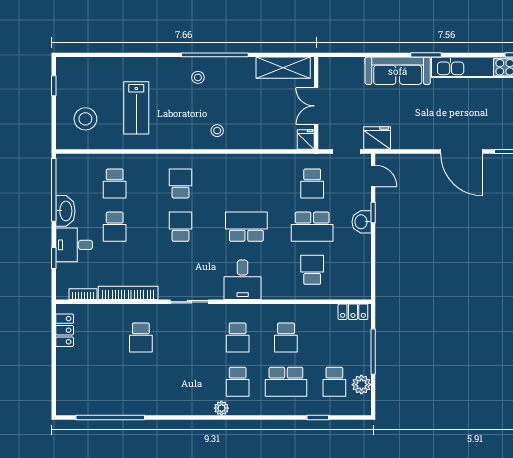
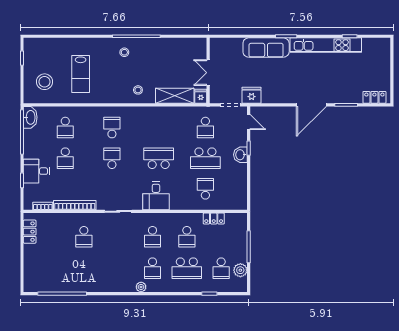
shelving: (283, 68) -> (175, 96), moved
door: (462, 152) -> (311, 105), hinge flipped
washbasin: (65, 211) -> (30, 117), moved
locker: (353, 312) -> (214, 219), moved

